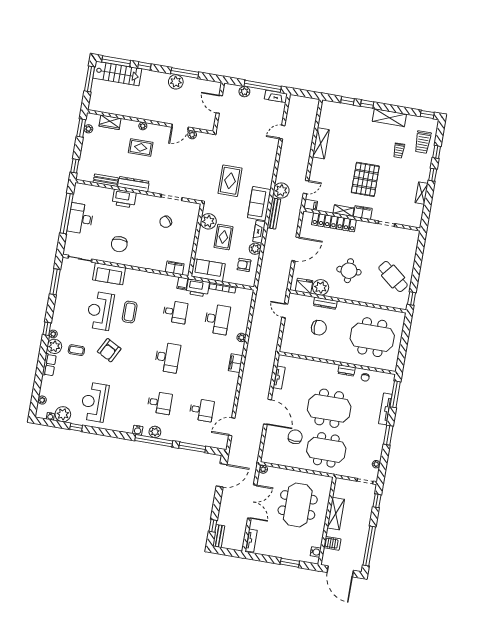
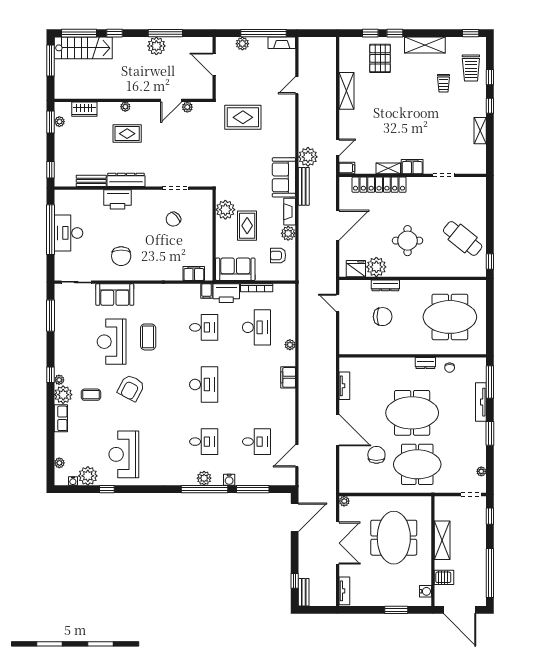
pallet: (365, 179) -> (380, 58), moved, width x0.73, depth x0.71
rug: (230, 181) -> (243, 117), moved, turned 90
water cooler: (138, 430) -> (229, 480), moved

